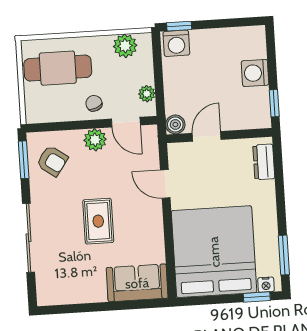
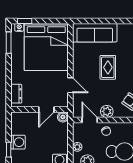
plant: (147, 94) -> (77, 147), moved
window: (274, 103) -> (9, 150), moved
sofa: (137, 283) -> (95, 33), width x1.36

